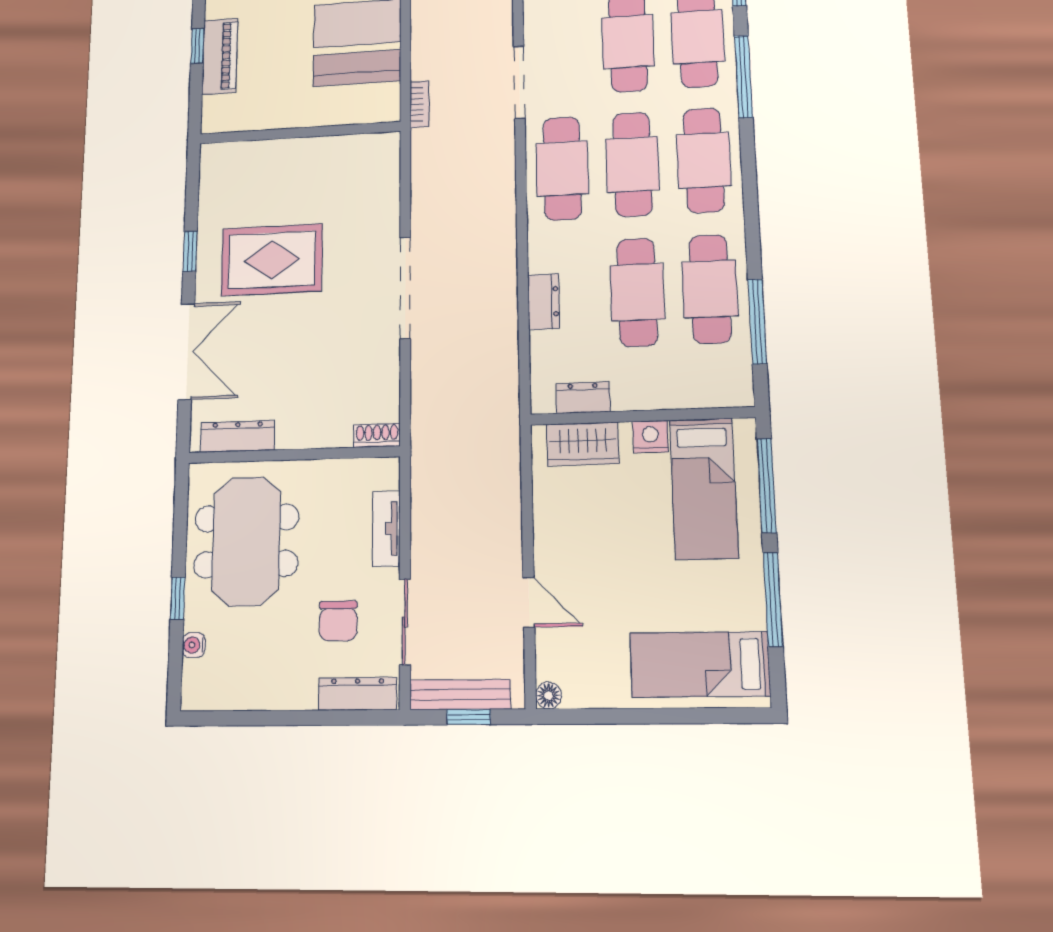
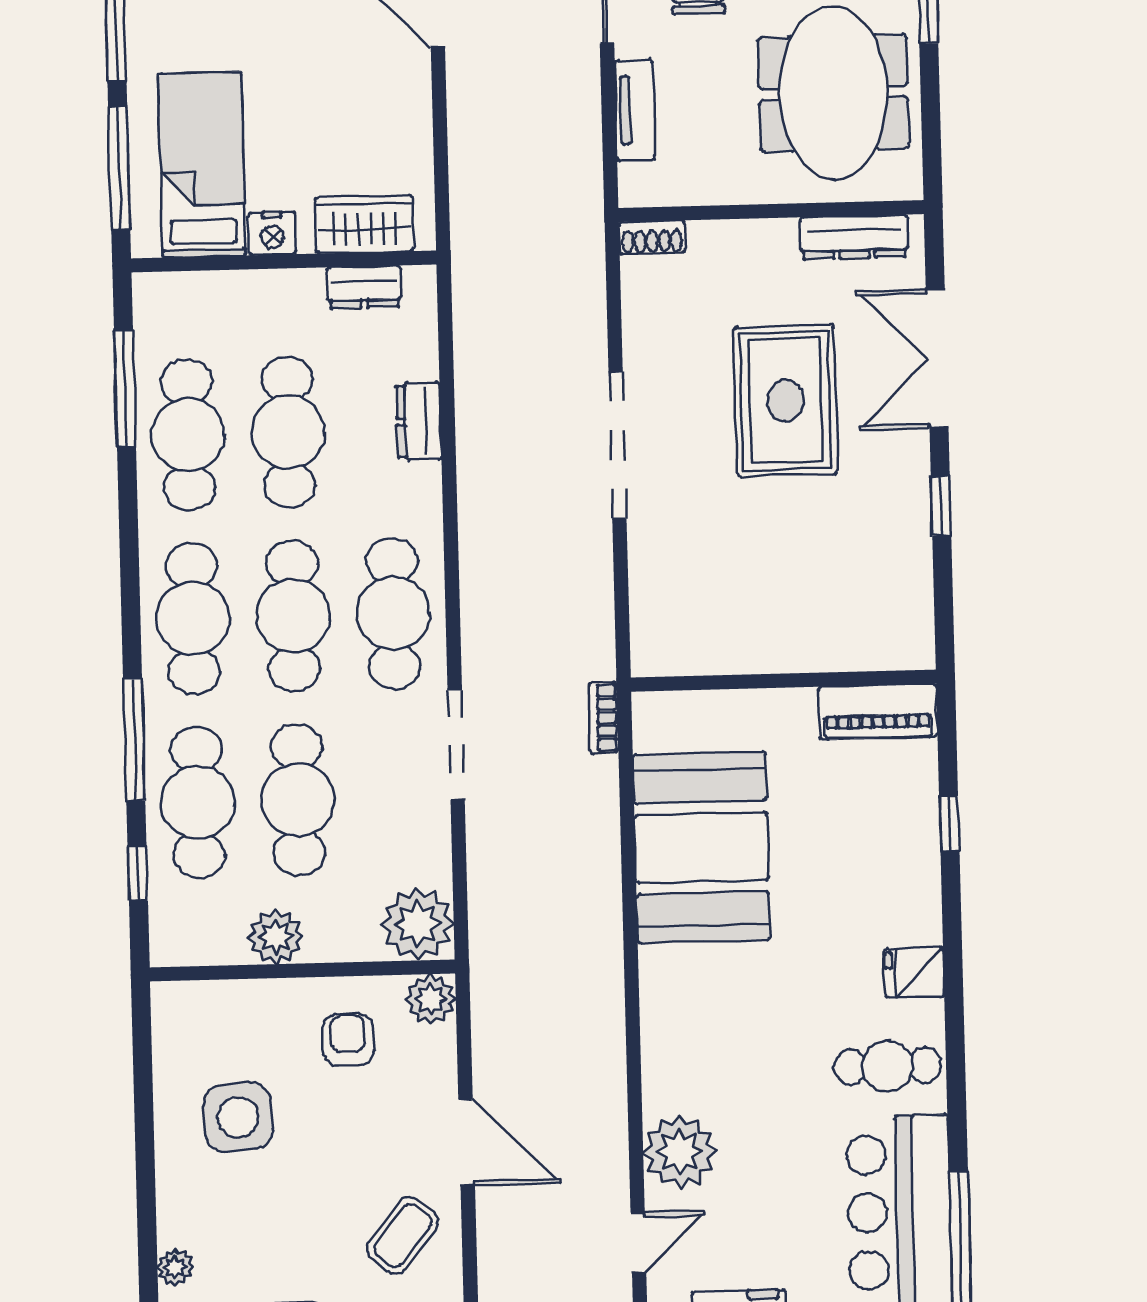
piano: (220, 56) -> (878, 712), moved, turned -90
rug: (272, 260) -> (785, 401), moved, turned 90

